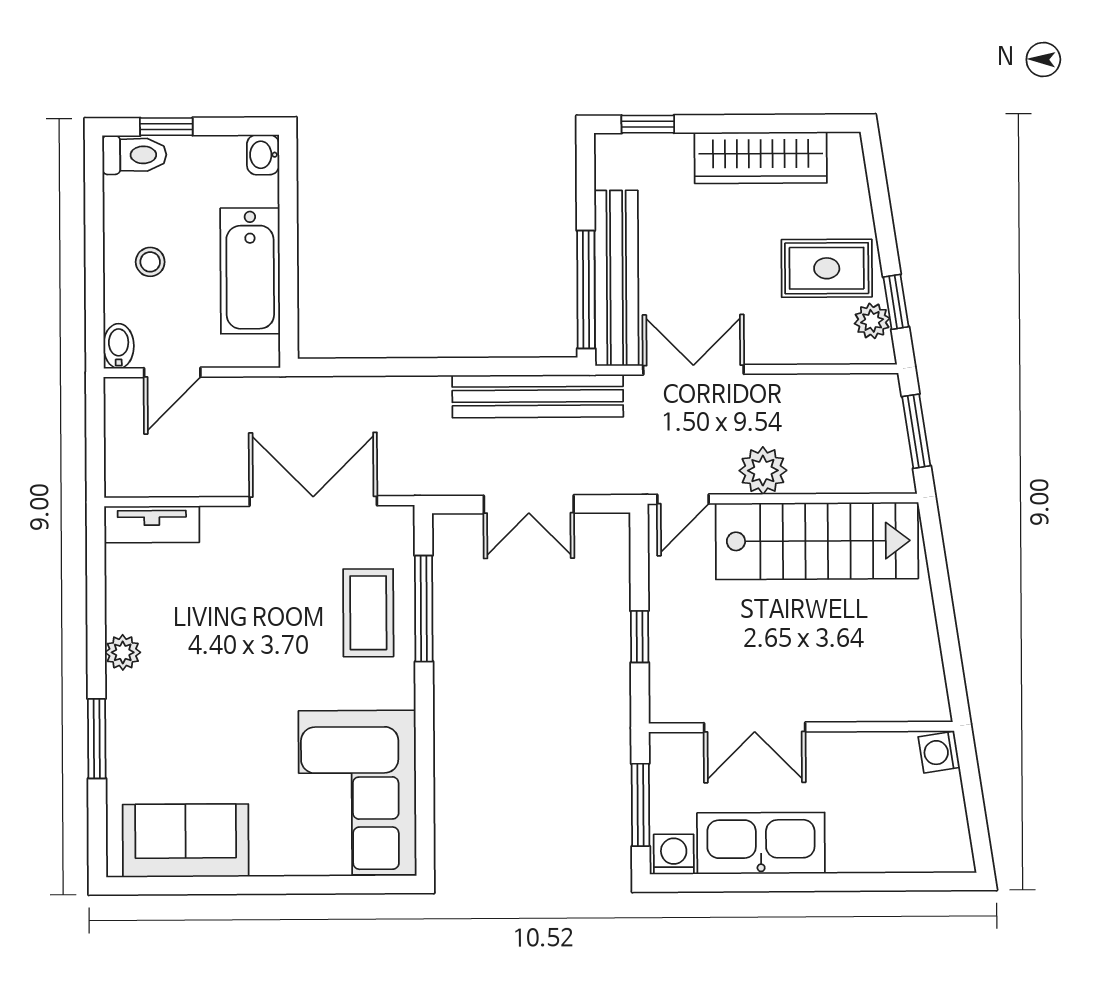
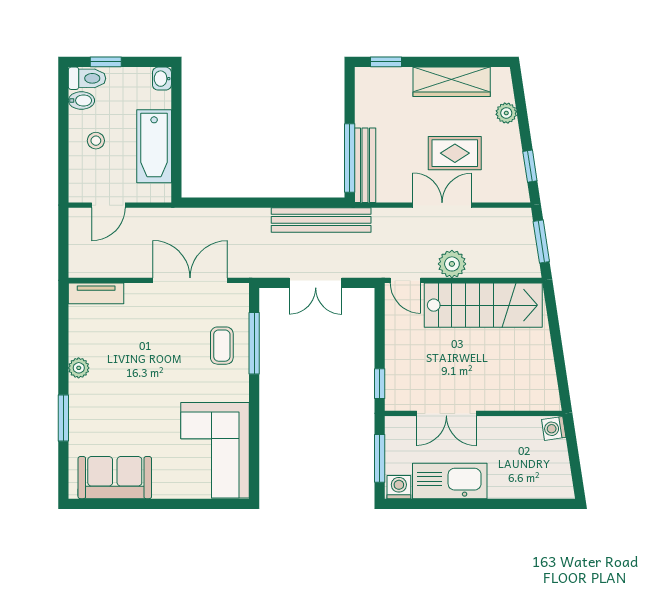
rug: (827, 268) -> (455, 153), moved
bench: (616, 278) -> (365, 165), width x0.73, depth x0.82
plant: (872, 321) -> (506, 113), moved
bidet: (119, 346) -> (81, 101), moved, turned 90
double door: (693, 370) -> (442, 205), moved
door: (683, 499) -> (405, 280), hinge flipped
coffee table: (368, 613) -> (222, 346), width x0.73, depth x0.77
window: (640, 637) -> (380, 384), moved

